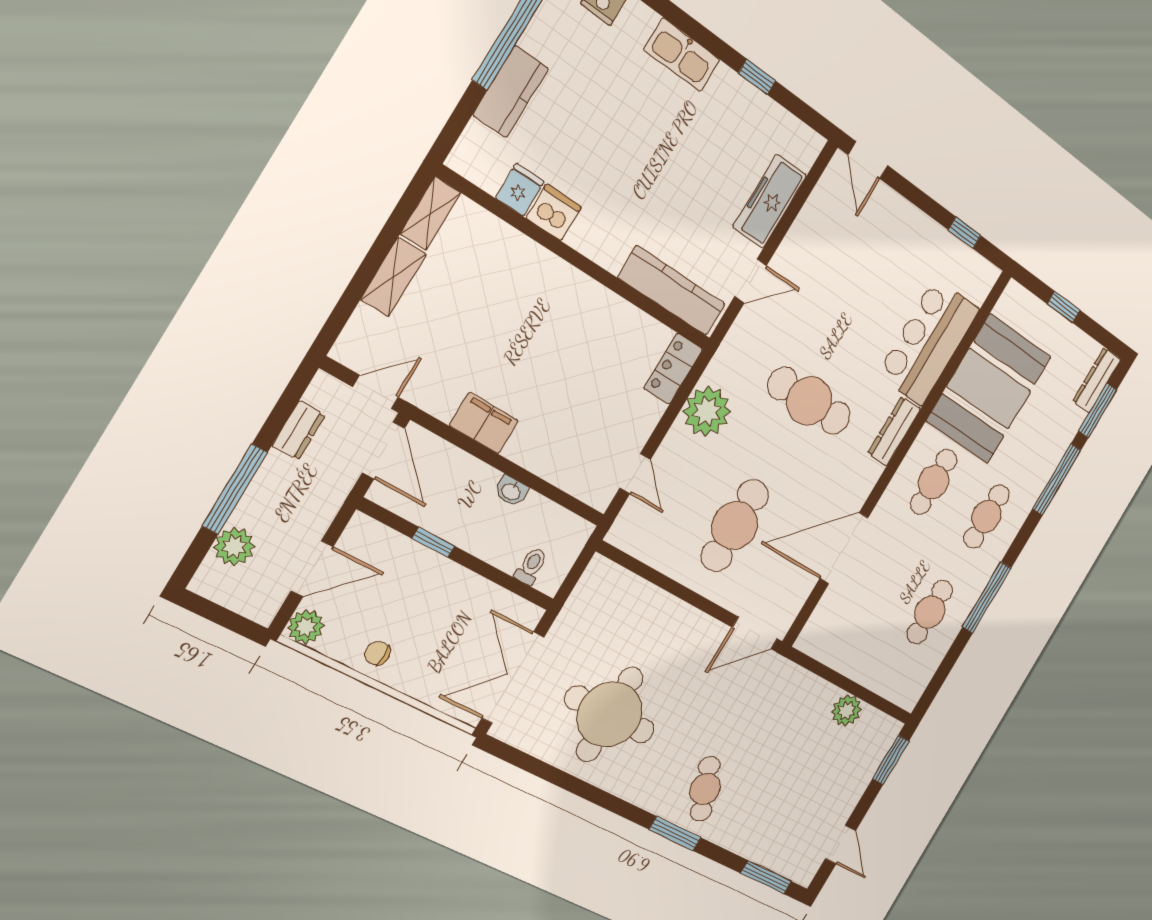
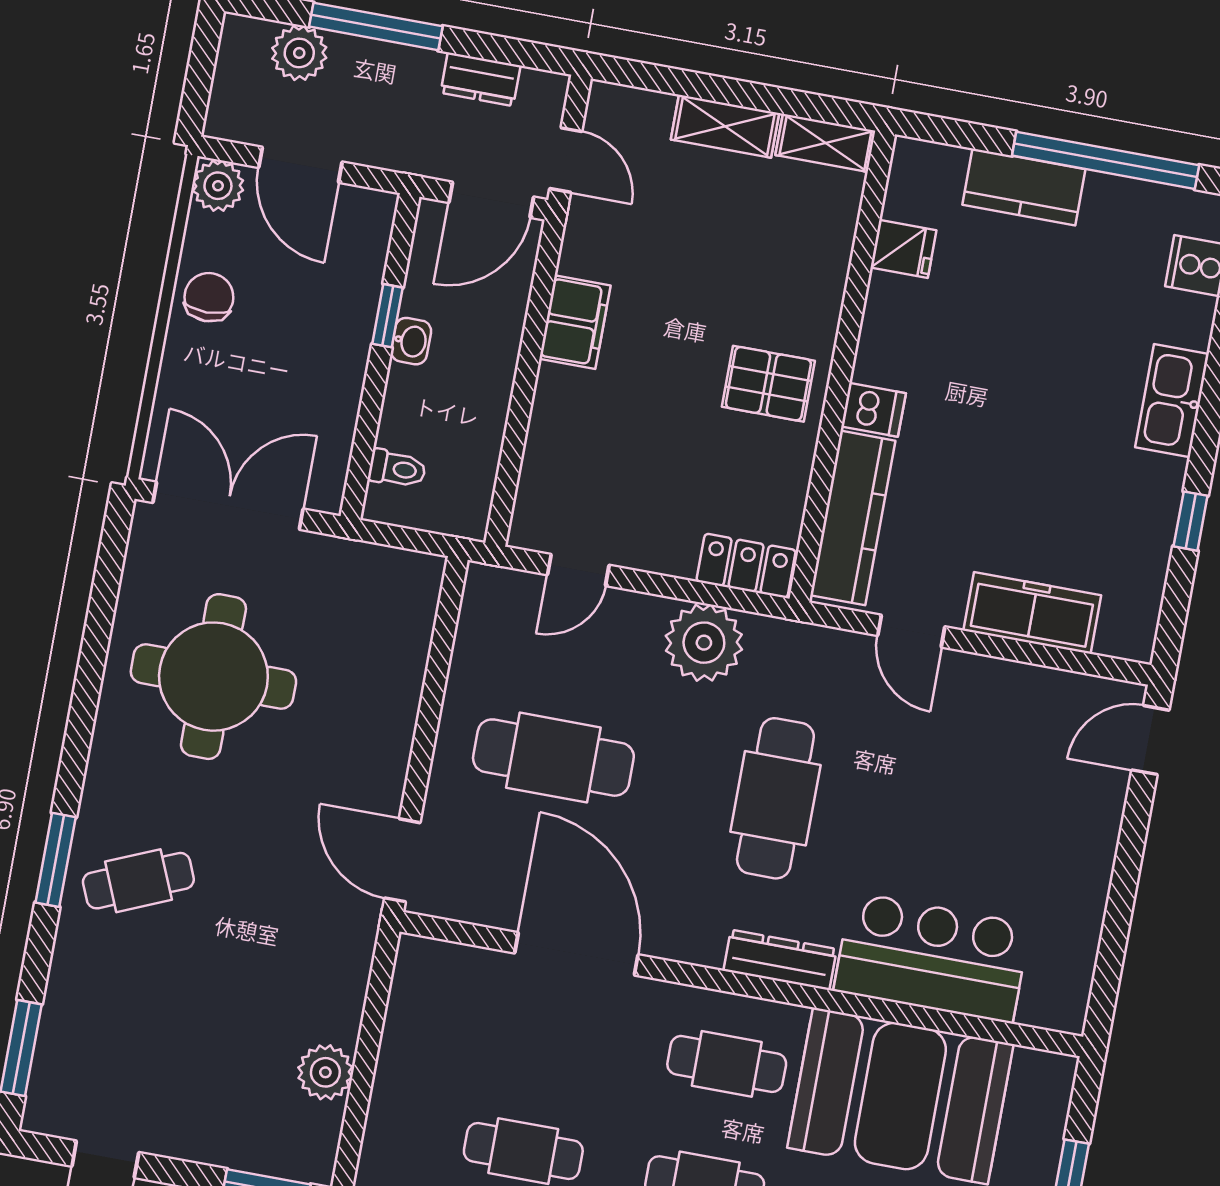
dishwasher: (554, 212) -> (873, 410), moved, width x0.73
window: (965, 233) -> (1113, 945), removed
pallet: (570, 312) -> (768, 384), added
washbasin: (511, 491) -> (411, 341), moved, turned 180
chair: (377, 653) -> (209, 297), width x1.37, depth x1.37

